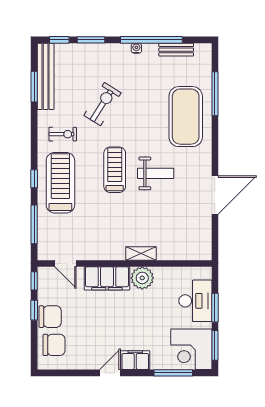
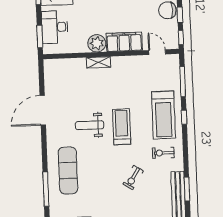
exercise bike: (103, 104) -> (133, 178), width x0.73, depth x0.72
exercise mat: (186, 117) -> (68, 170), width x0.68
treadmill: (115, 170) -> (122, 127), turned 180
window: (215, 308) -> (40, 36), moved

